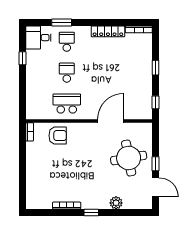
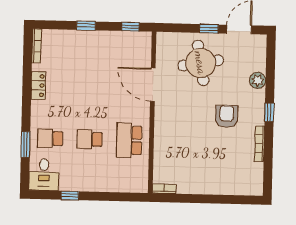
locker: (108, 31) -> (38, 85), width x0.66
armchair: (58, 136) -> (227, 116), moved

